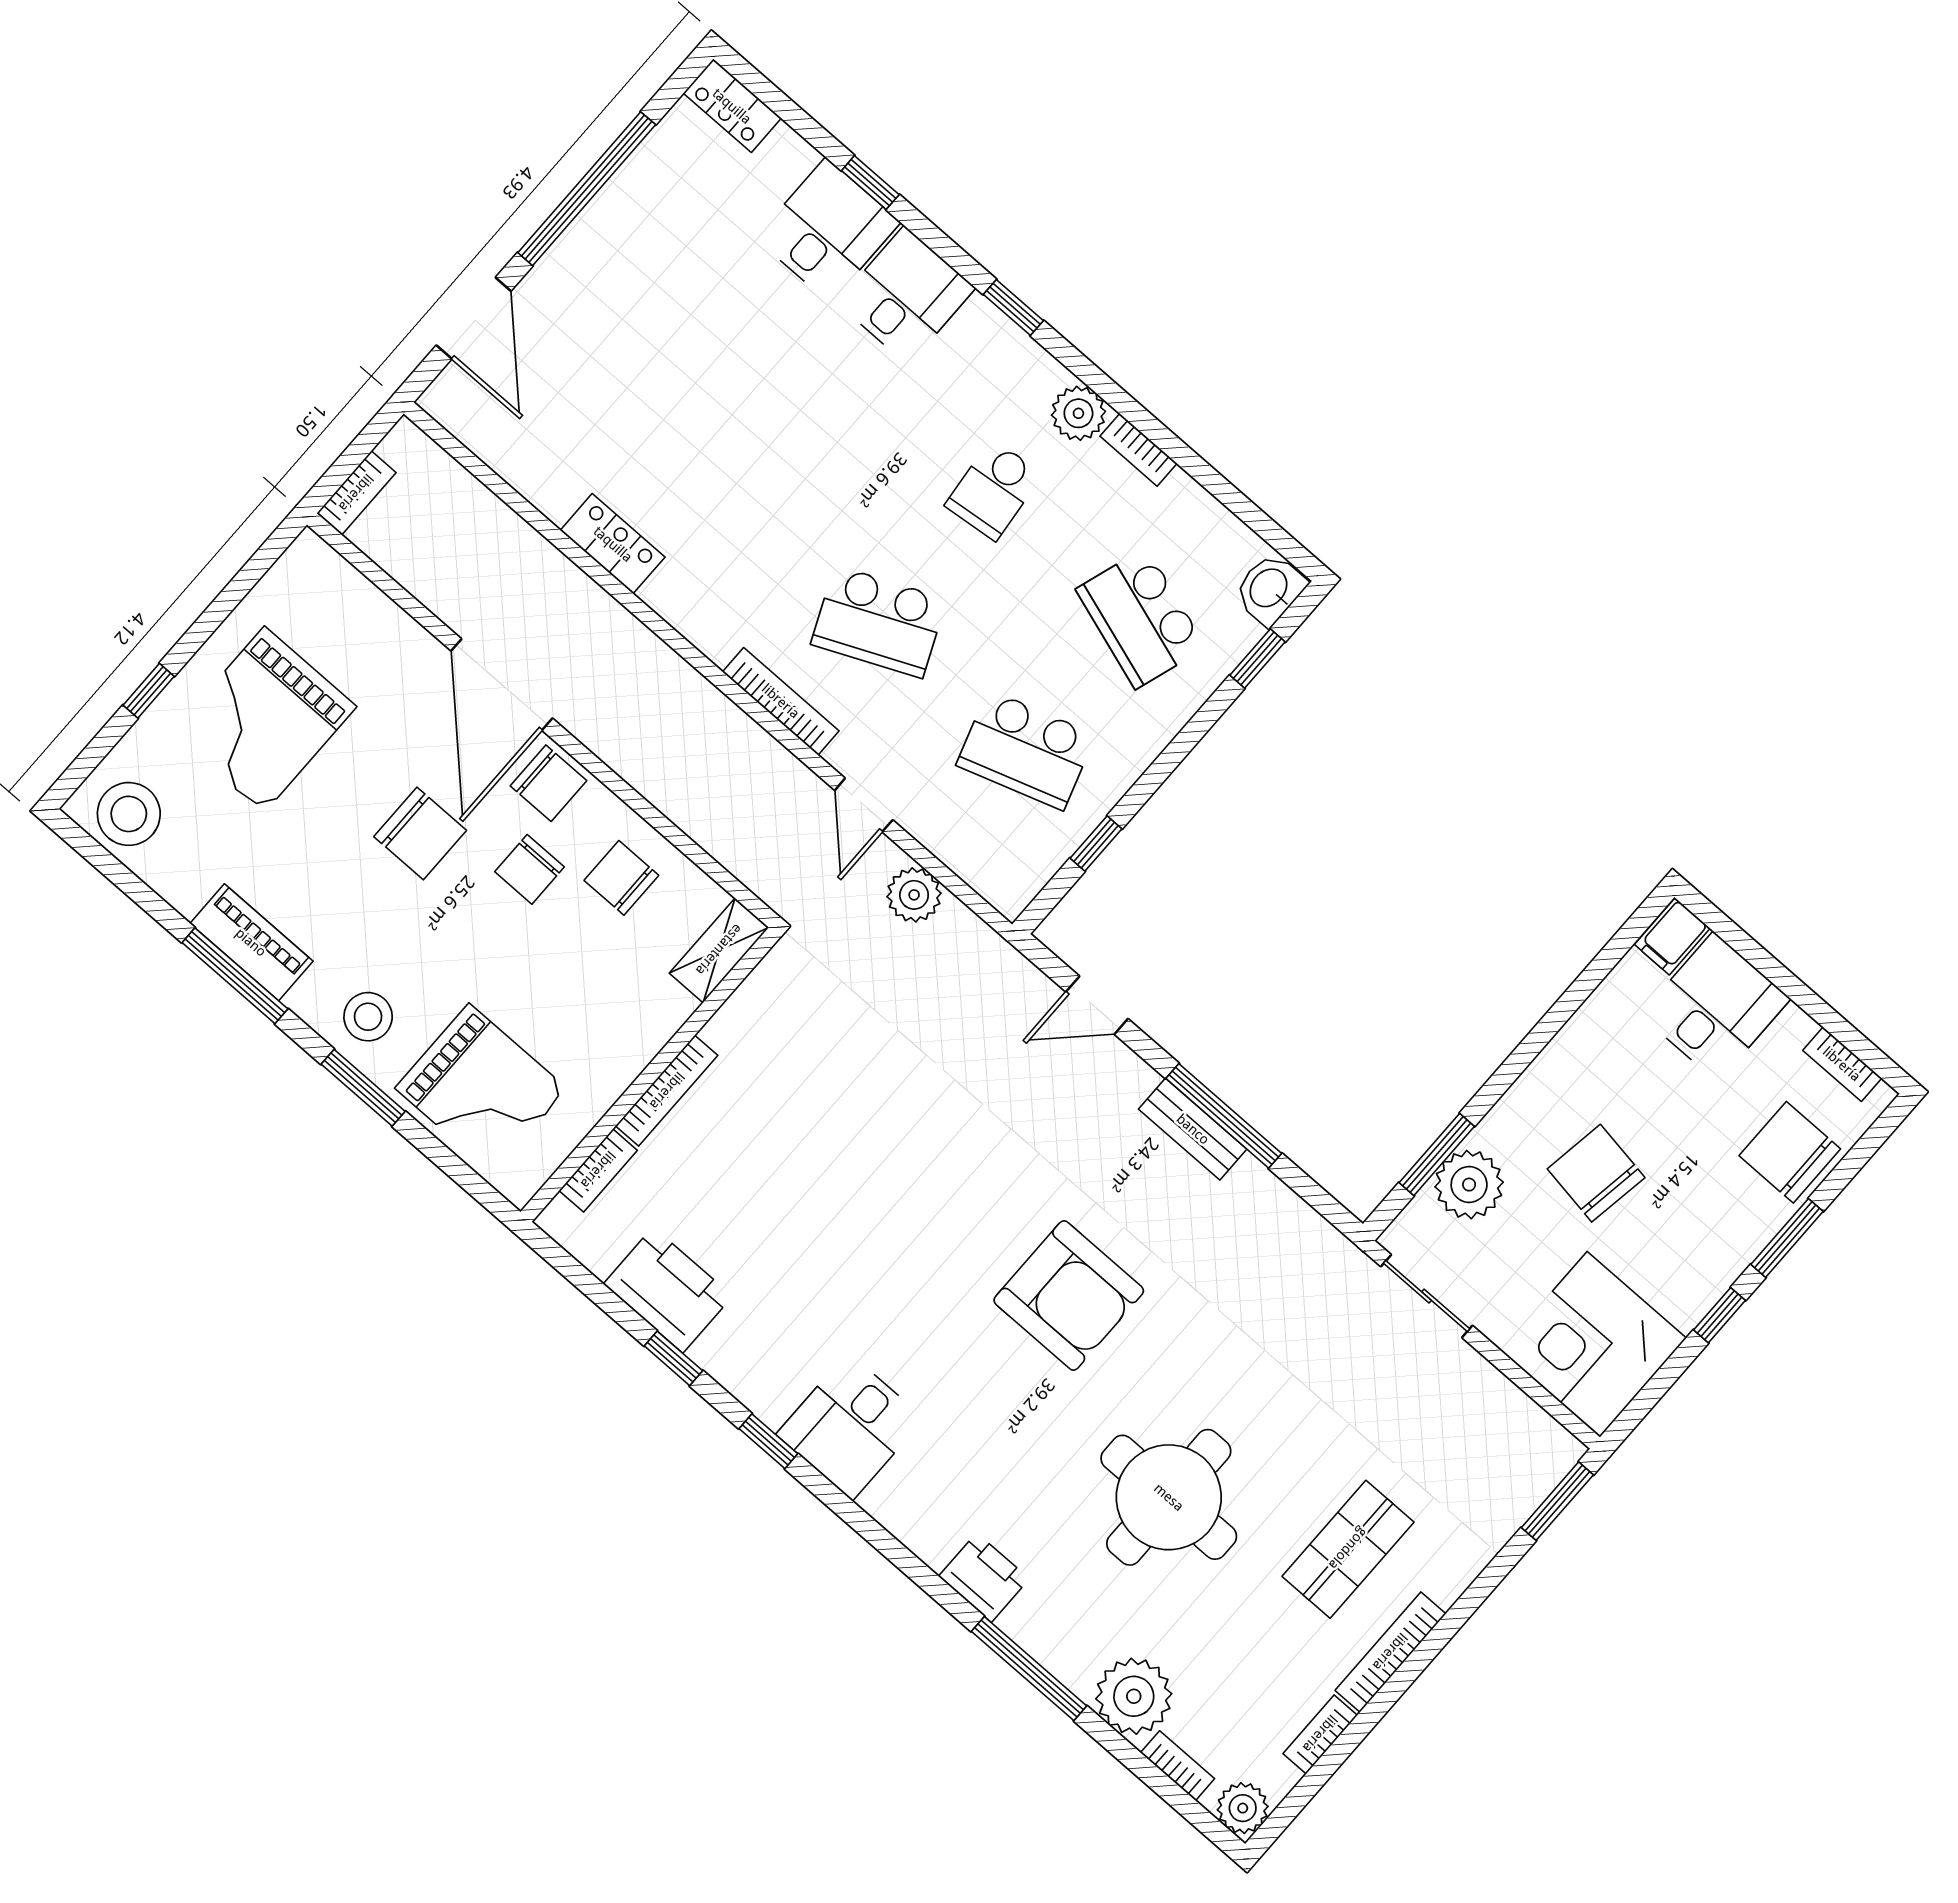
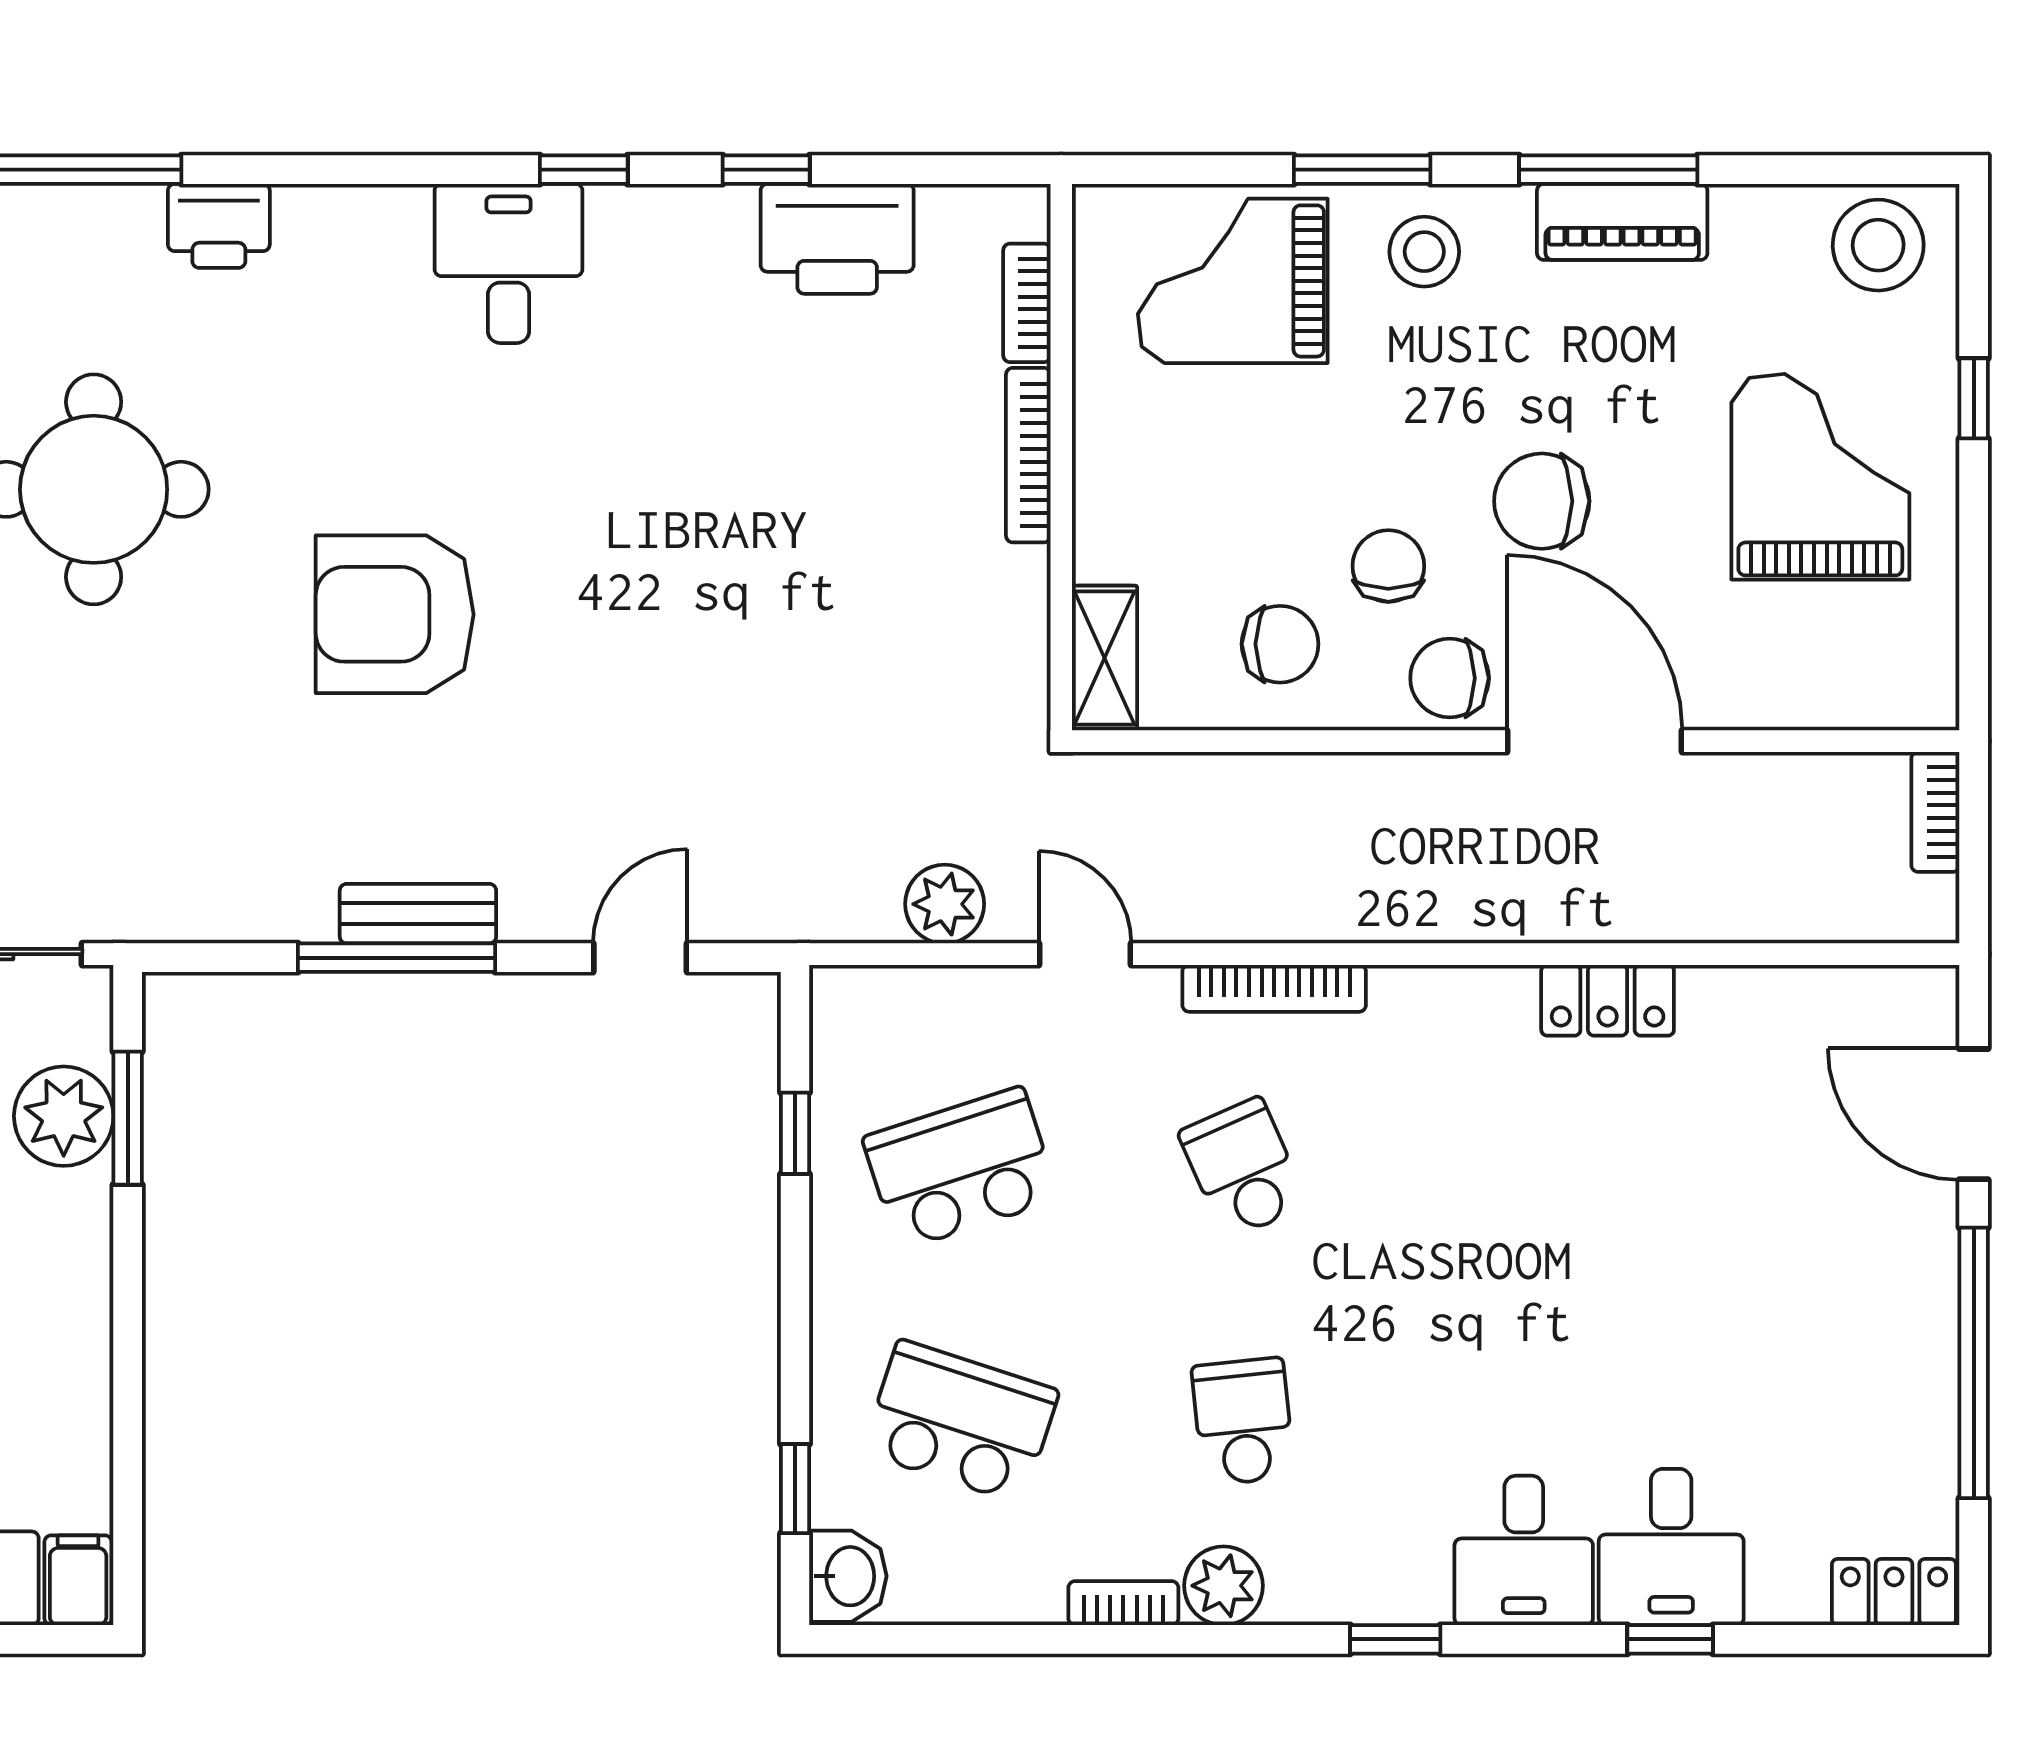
school desk: (879, 622) -> (1243, 1168), width x0.54

